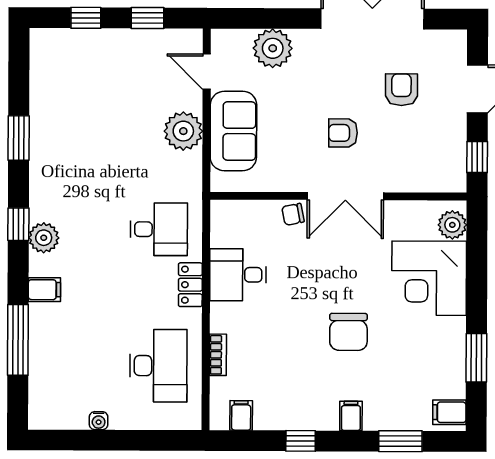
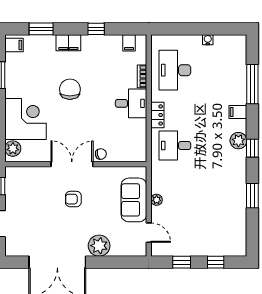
plant: (273, 48) -> (99, 246), moved
armchair: (401, 90) -> (41, 223), removed
plant: (183, 131) -> (157, 200), width x0.53, depth x0.53
armchair: (343, 133) -> (73, 199), turned 180
desk: (238, 275) -> (131, 103), moved
filing cabinet: (351, 416) -> (68, 43), width x2.00

